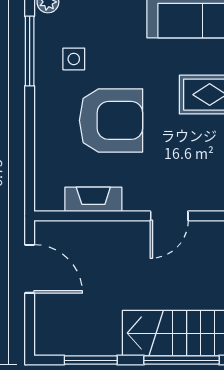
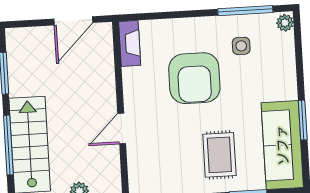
fireplace: (93, 199) -> (130, 43), moved
door: (169, 216) -> (122, 129), hinge flipped

